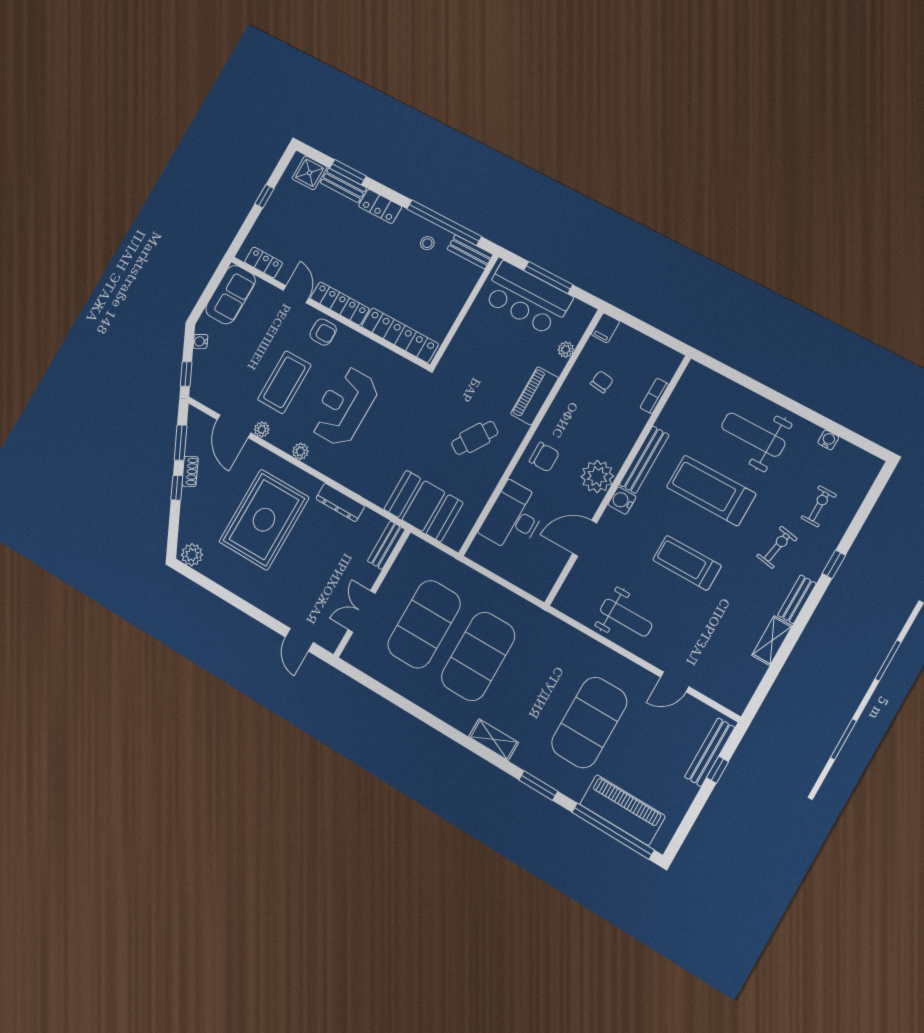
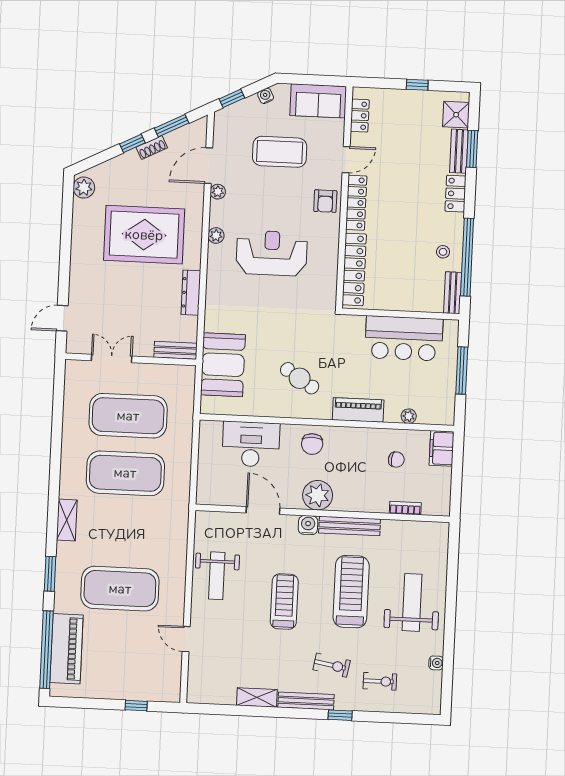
bar counter: (527, 298) -> (404, 338), moved, turned -90
filing cabinet: (605, 328) -> (442, 448), width x2.00
coffee table: (284, 382) -> (280, 152), moved
bench: (797, 599) -> (306, 701), width x1.36
bench: (710, 752) -> (146, 693), removed

